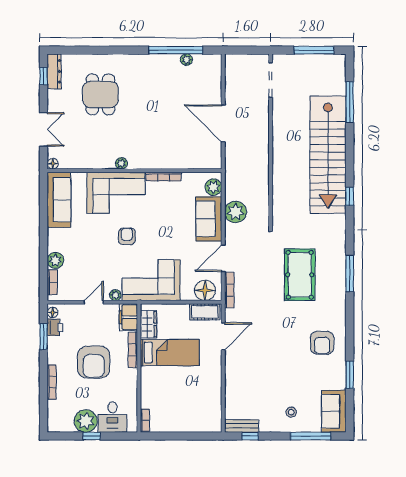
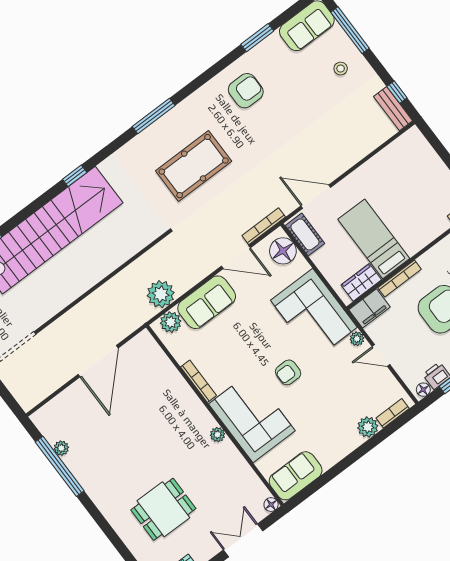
sofa: (59, 200) -> (296, 476), width x0.73
plant: (236, 212) -> (161, 294), moved

